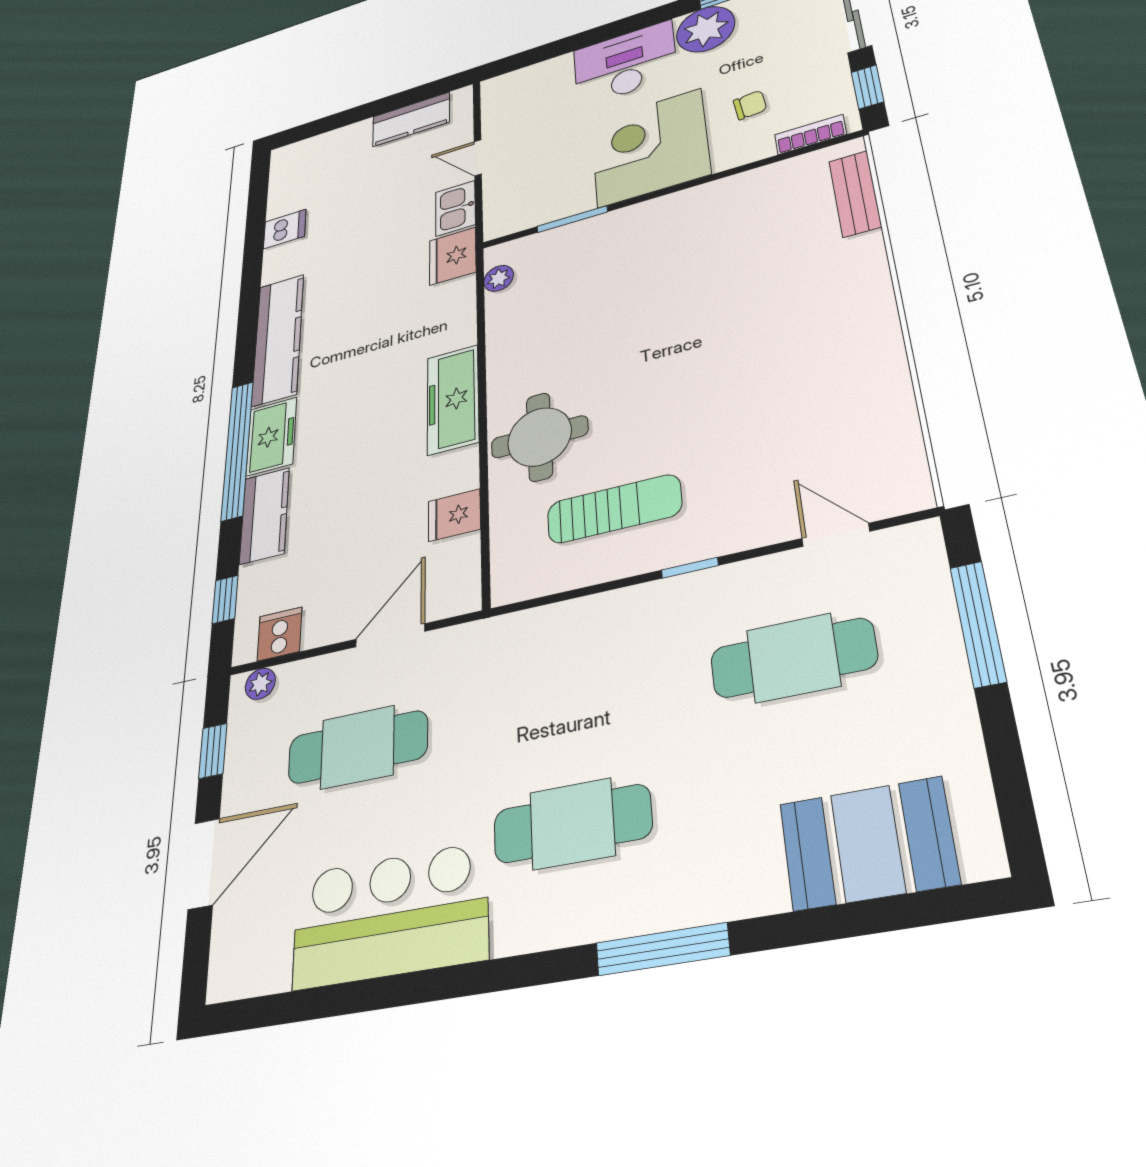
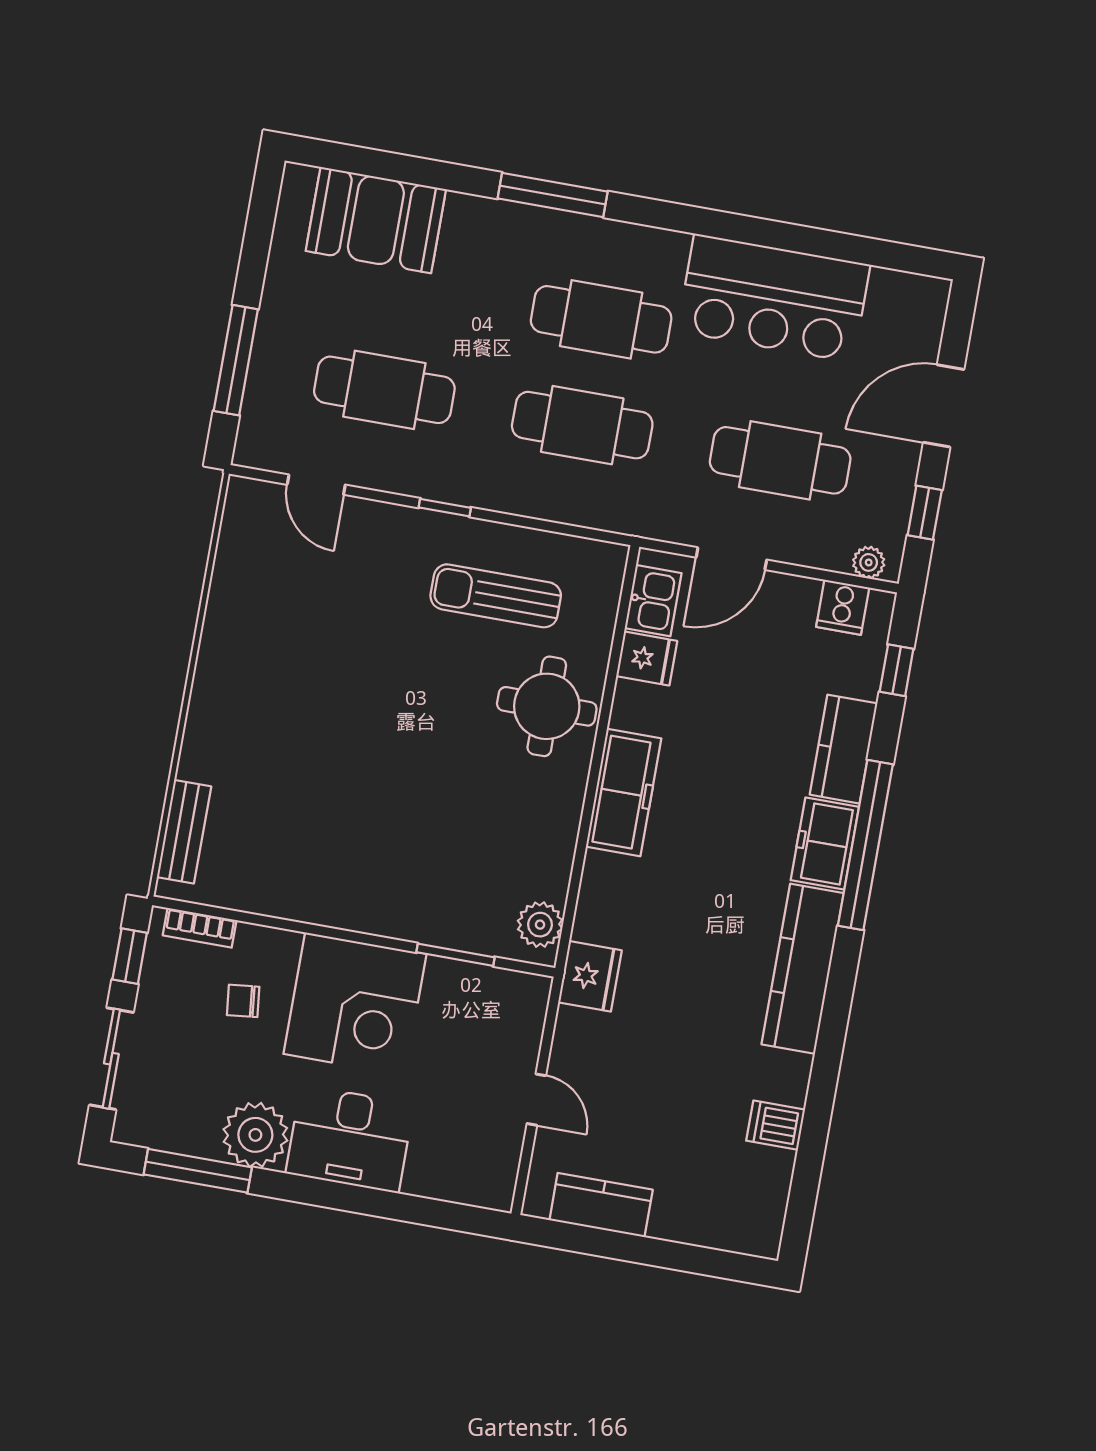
kitchen sink: (455, 208) -> (653, 601), moved
plant: (499, 278) -> (540, 925), width x1.38, depth x1.38
cafe table: (566, 704) -> (582, 425), added

